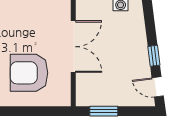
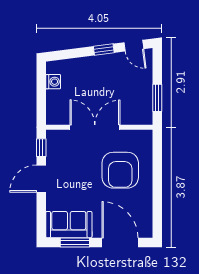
door: (158, 87) -> (134, 46), hinge flipped

